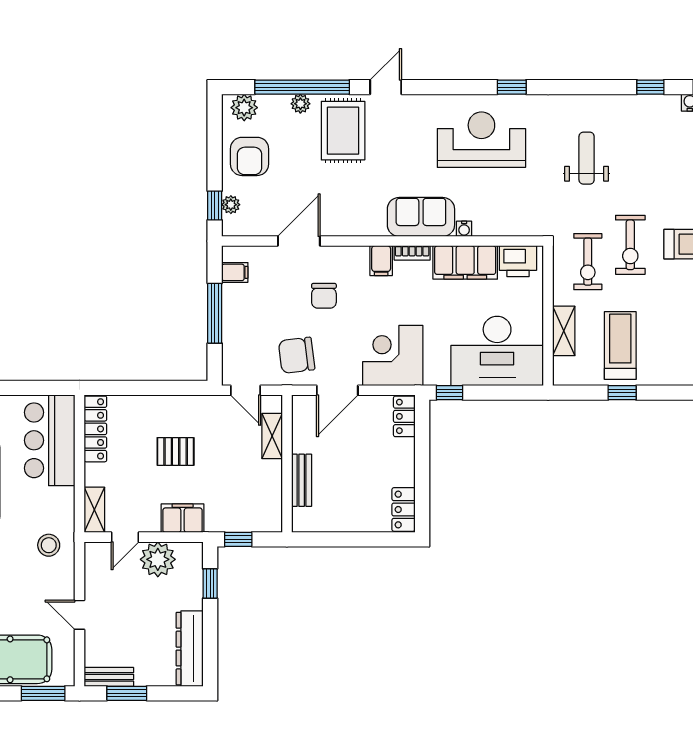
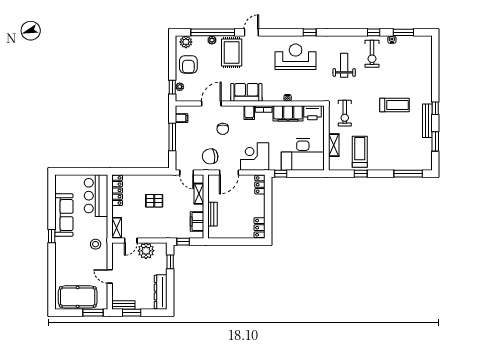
sofa: (421, 217) -> (246, 92), moved
exercise bike: (630, 245) -> (372, 54), moved
filing cabinet: (183, 518) -> (197, 221), moved, turned -90

